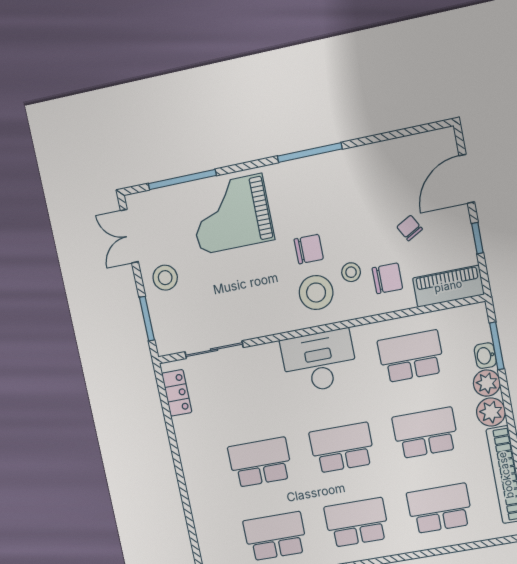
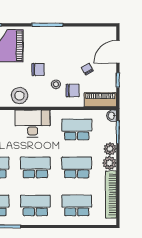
stool: (316, 293) -> (20, 96), moved
washbasin: (485, 356) -> (112, 116), moved

